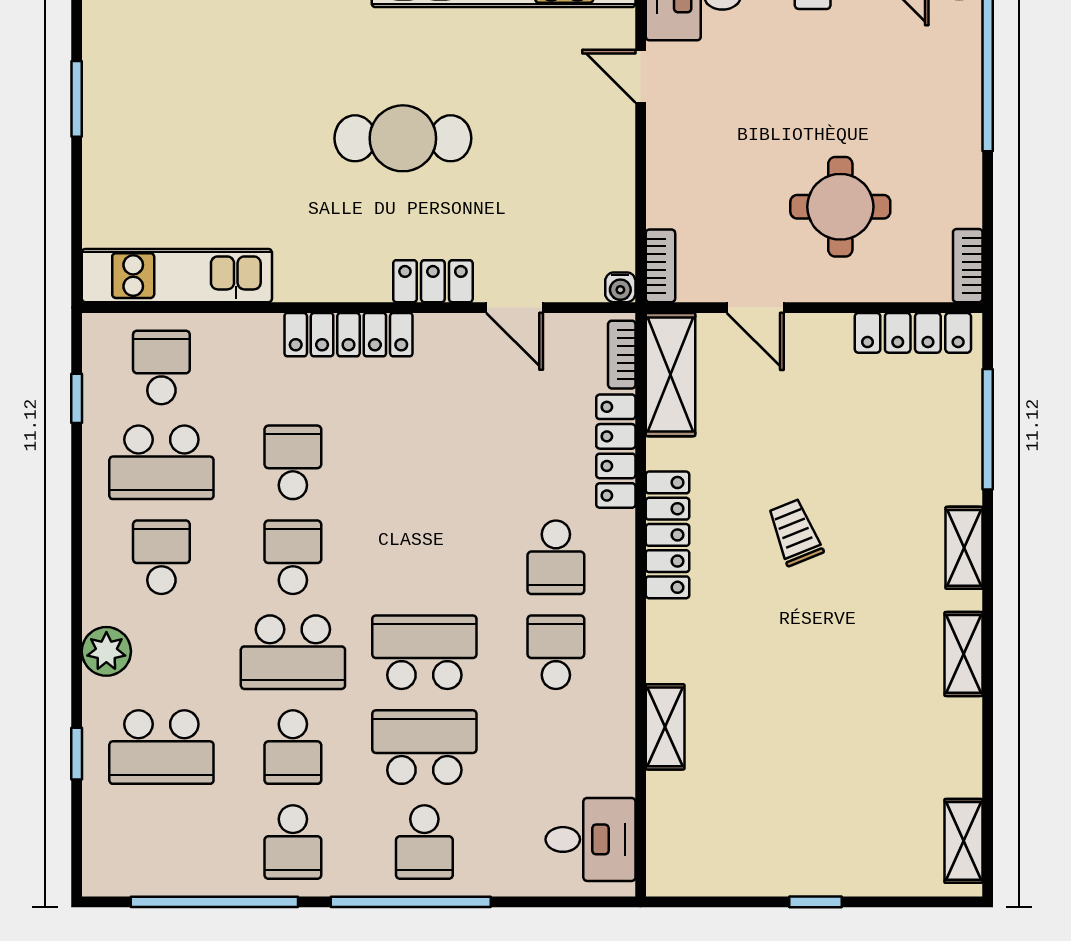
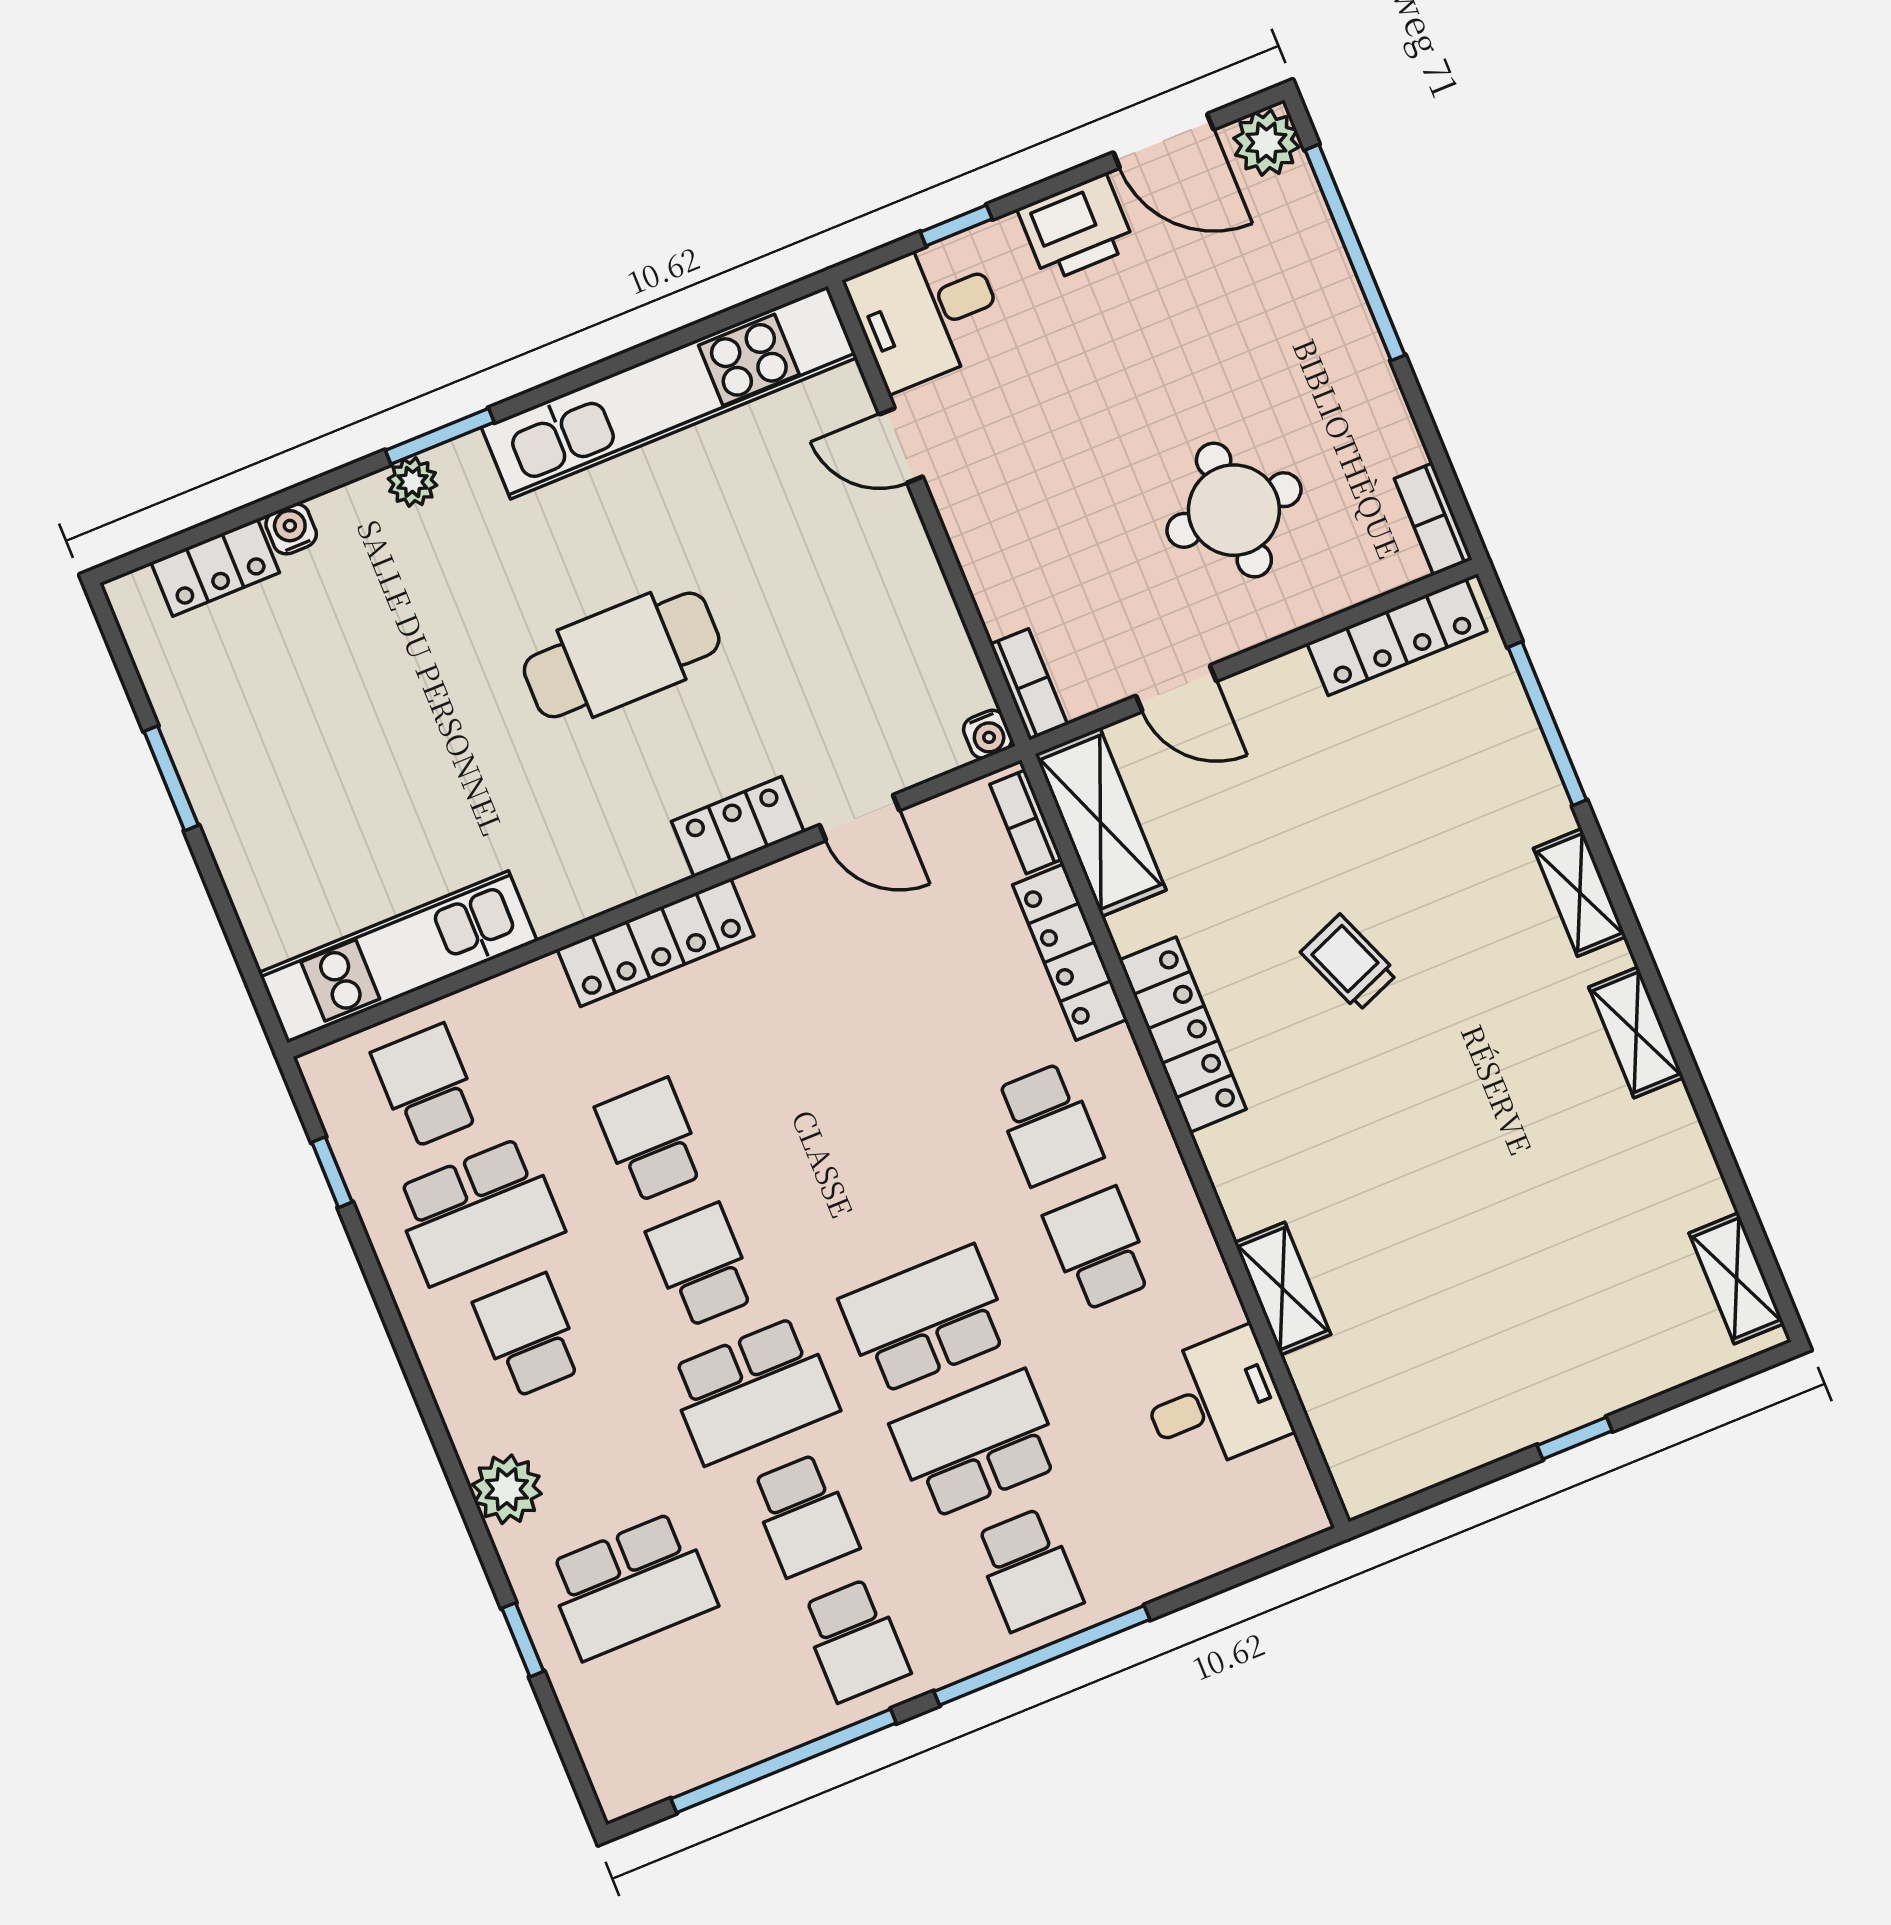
desk: (591, 839) -> (1214, 1401), moved

